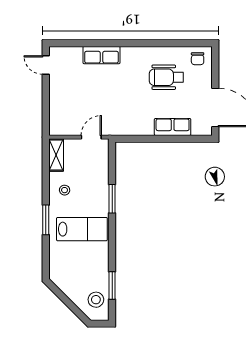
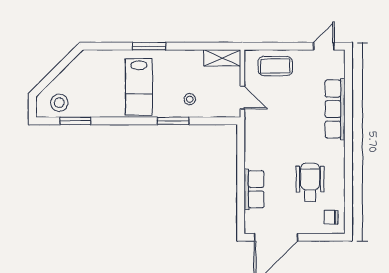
row of seats: (101, 55) -> (335, 109), width x1.48
coffee table: (63, 108) -> (275, 66), added
stool: (65, 190) -> (190, 99), moved

